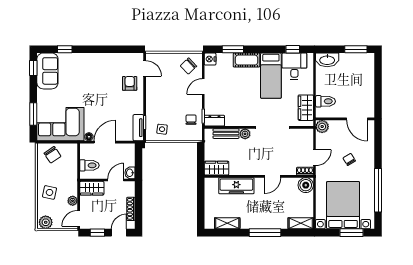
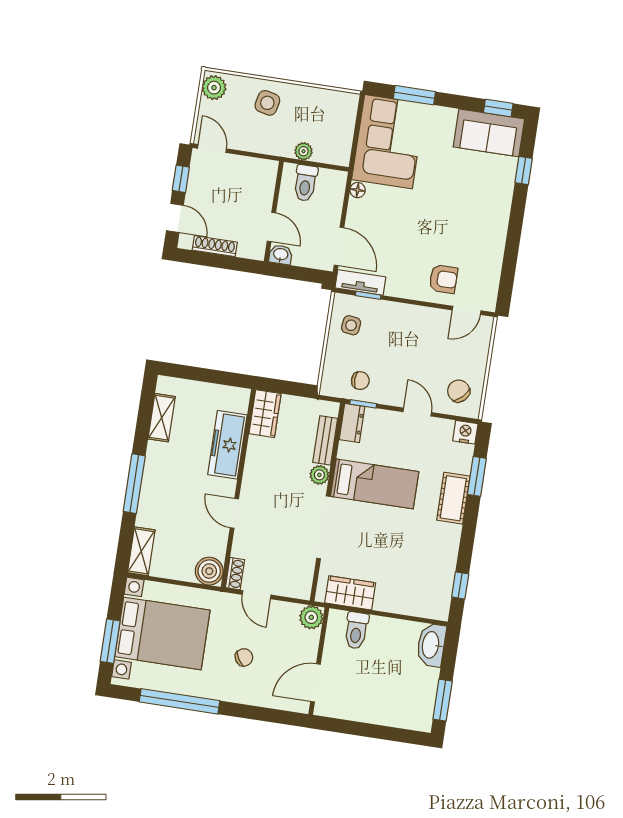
desk: (294, 66) -> (429, 584), removed
bed: (271, 76) -> (375, 484), moved, turned 180
door: (105, 142) -> (339, 246), moved
chair: (52, 155) -> (335, 119), removed
wardrobe: (92, 188) -> (263, 181), removed
plant: (73, 201) -> (304, 151), moved

